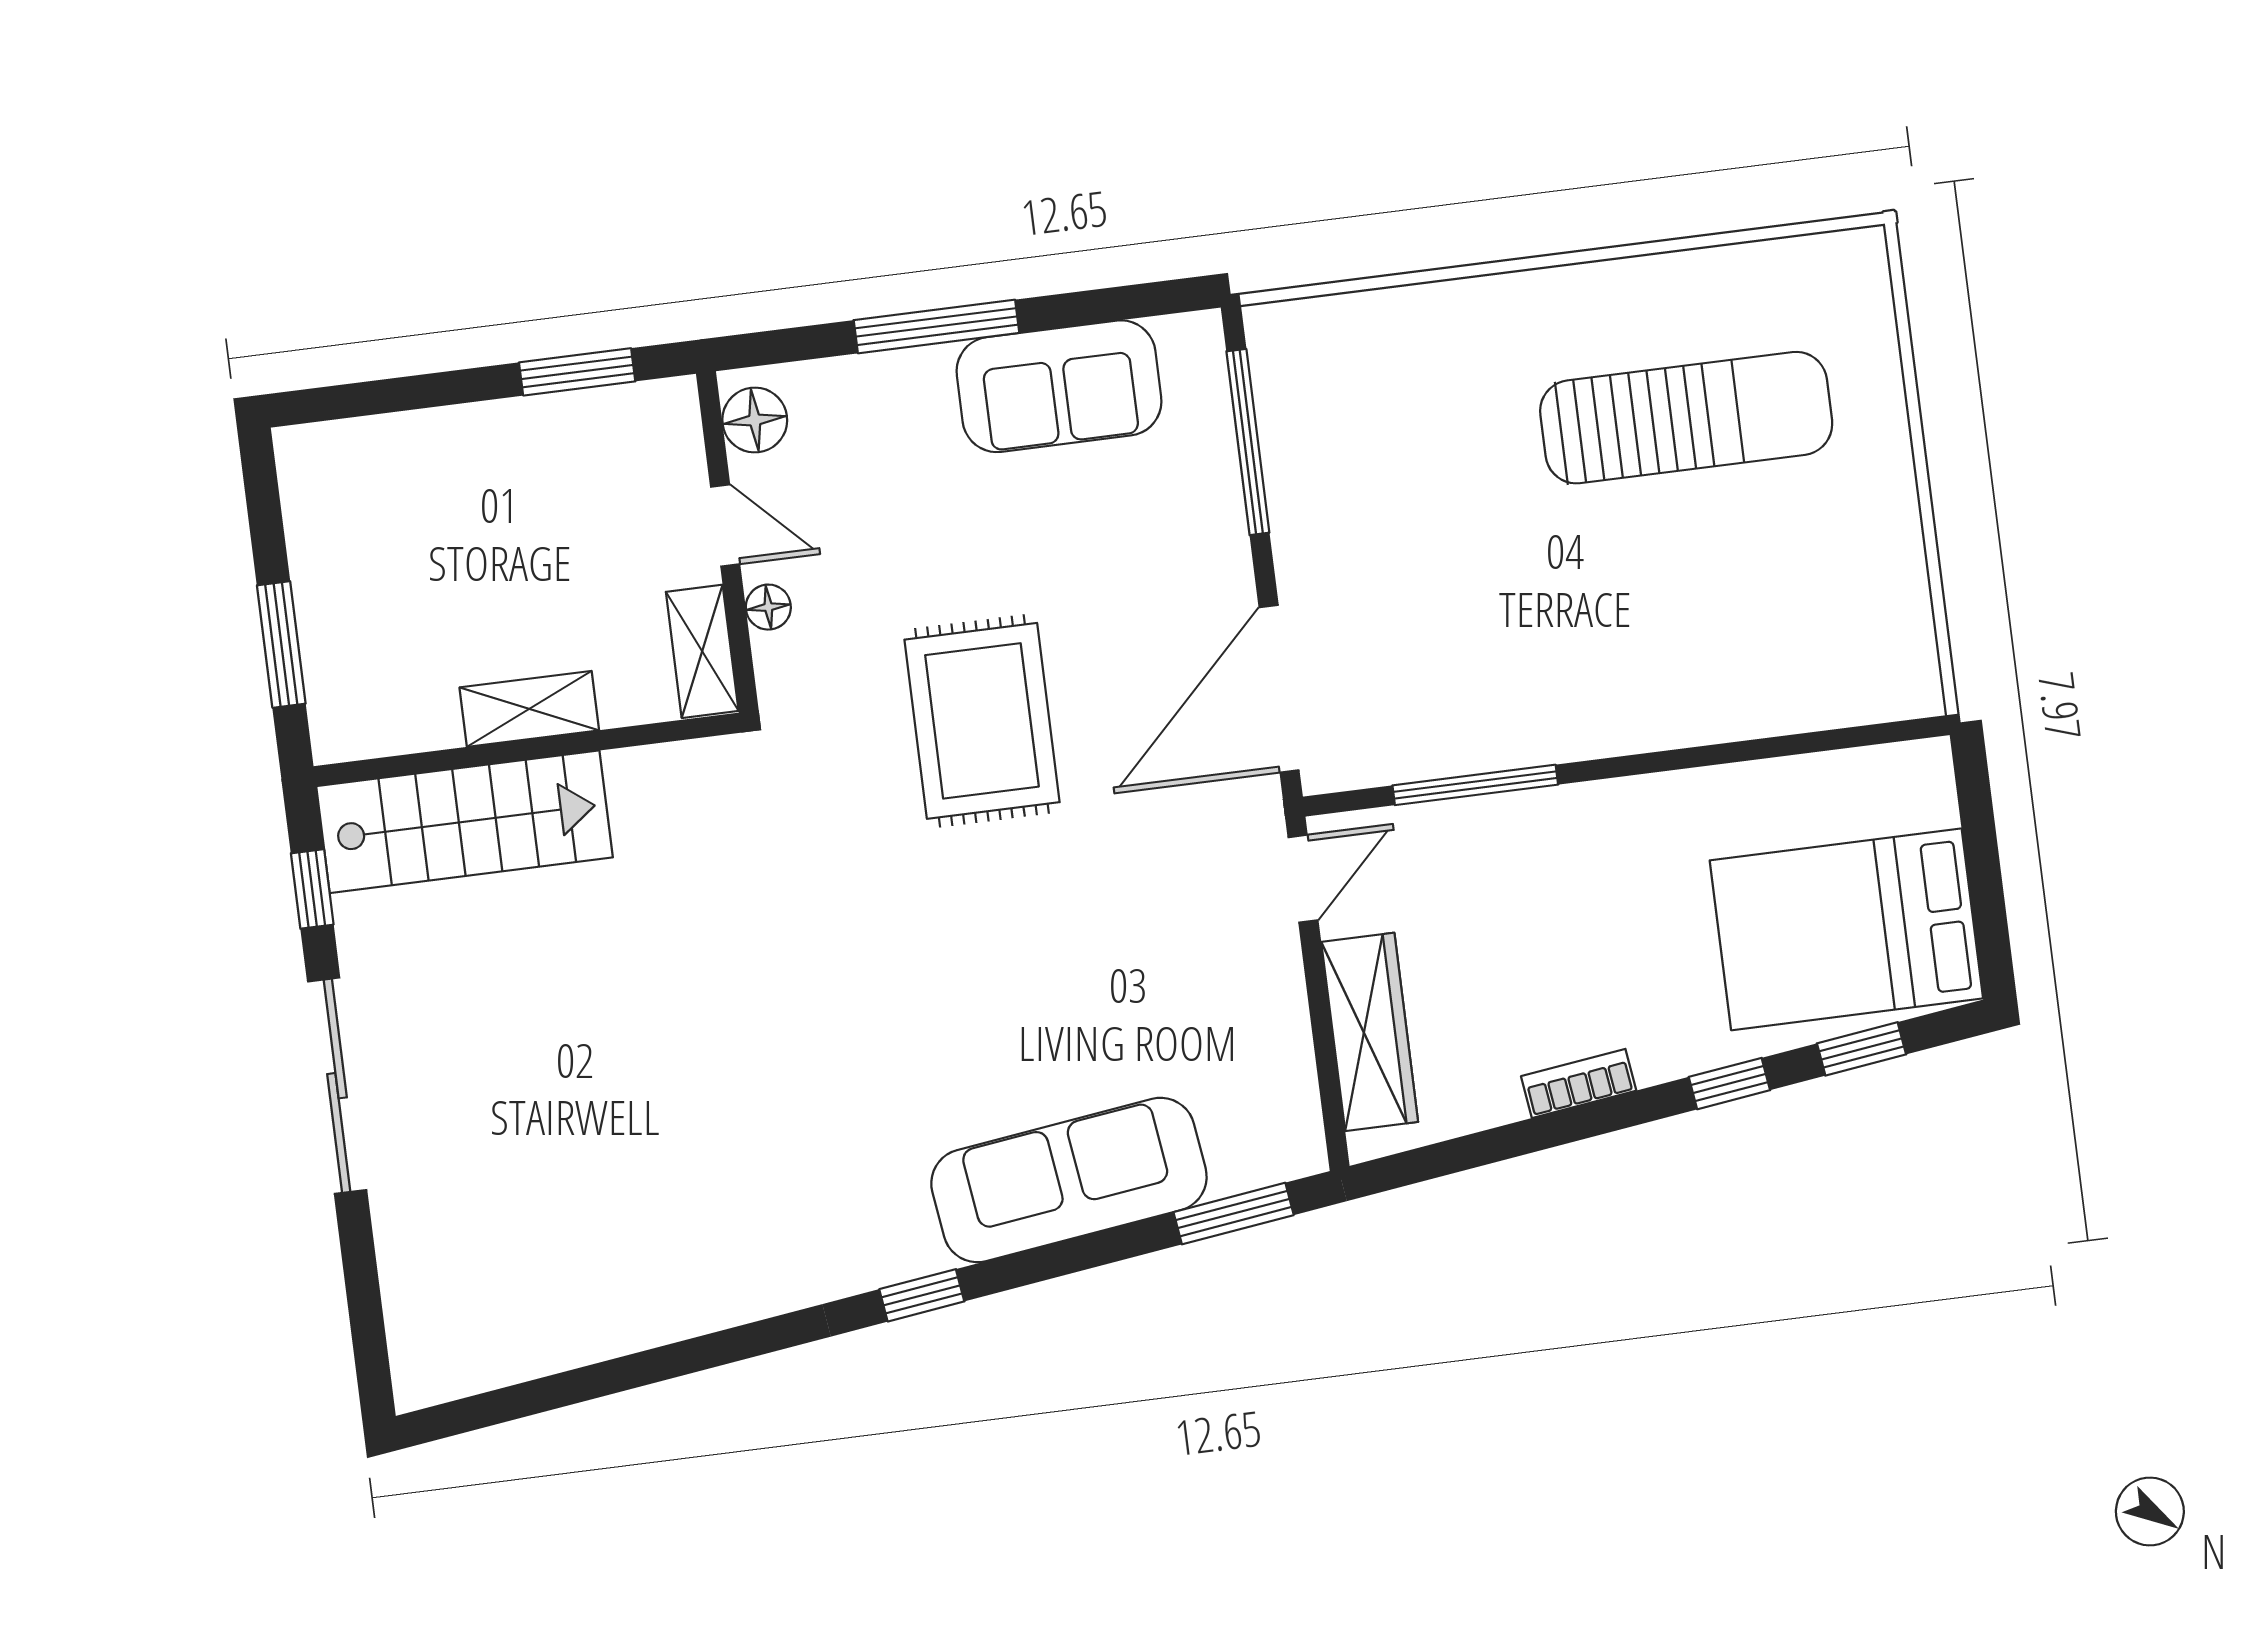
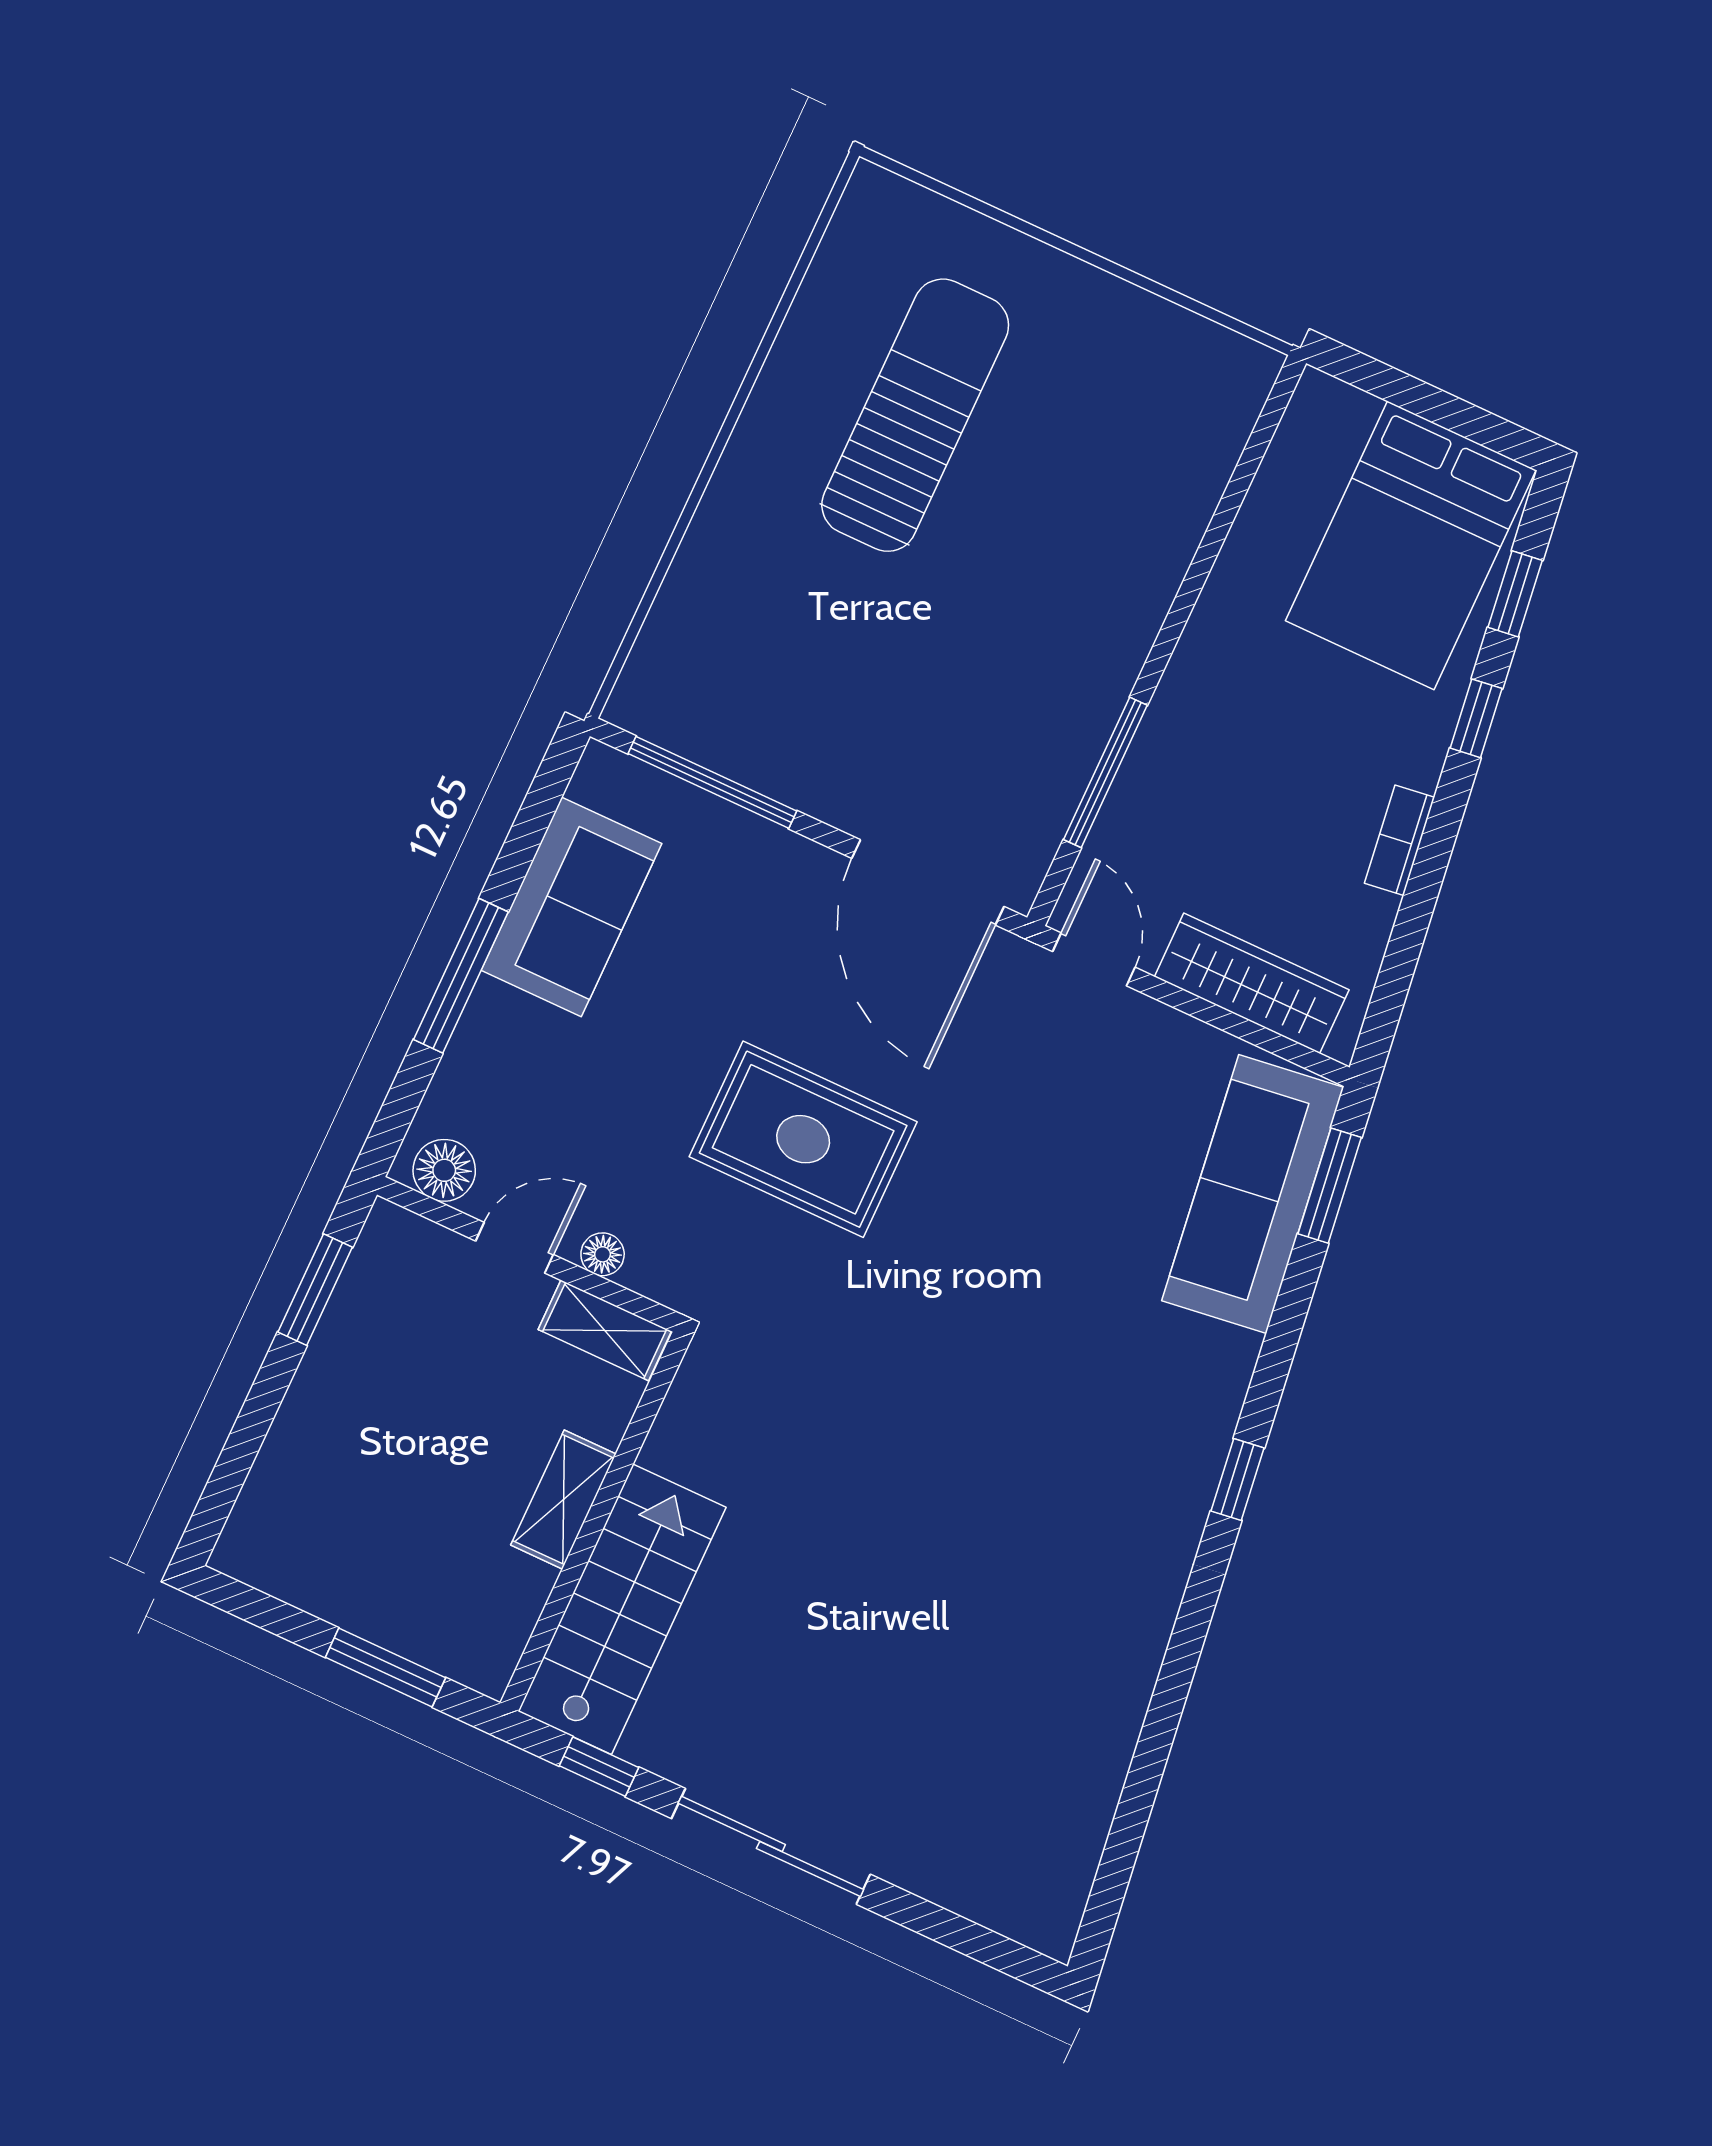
sofa: (1069, 1180) -> (1253, 1194), moved

